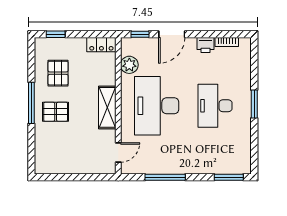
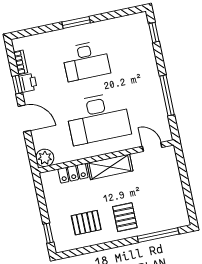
window: (140, 34) -> (17, 85), moved
locker: (101, 45) -> (73, 173), moved, turned 90
plant: (129, 65) -> (45, 158), moved
window: (31, 103) -> (158, 235), moved
window: (229, 177) -> (154, 32), width x0.67

